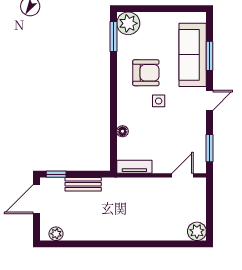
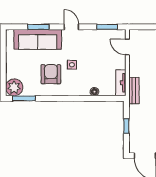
window: (56, 174) -> (126, 126), moved
bench: (83, 184) -> (134, 91), moved

